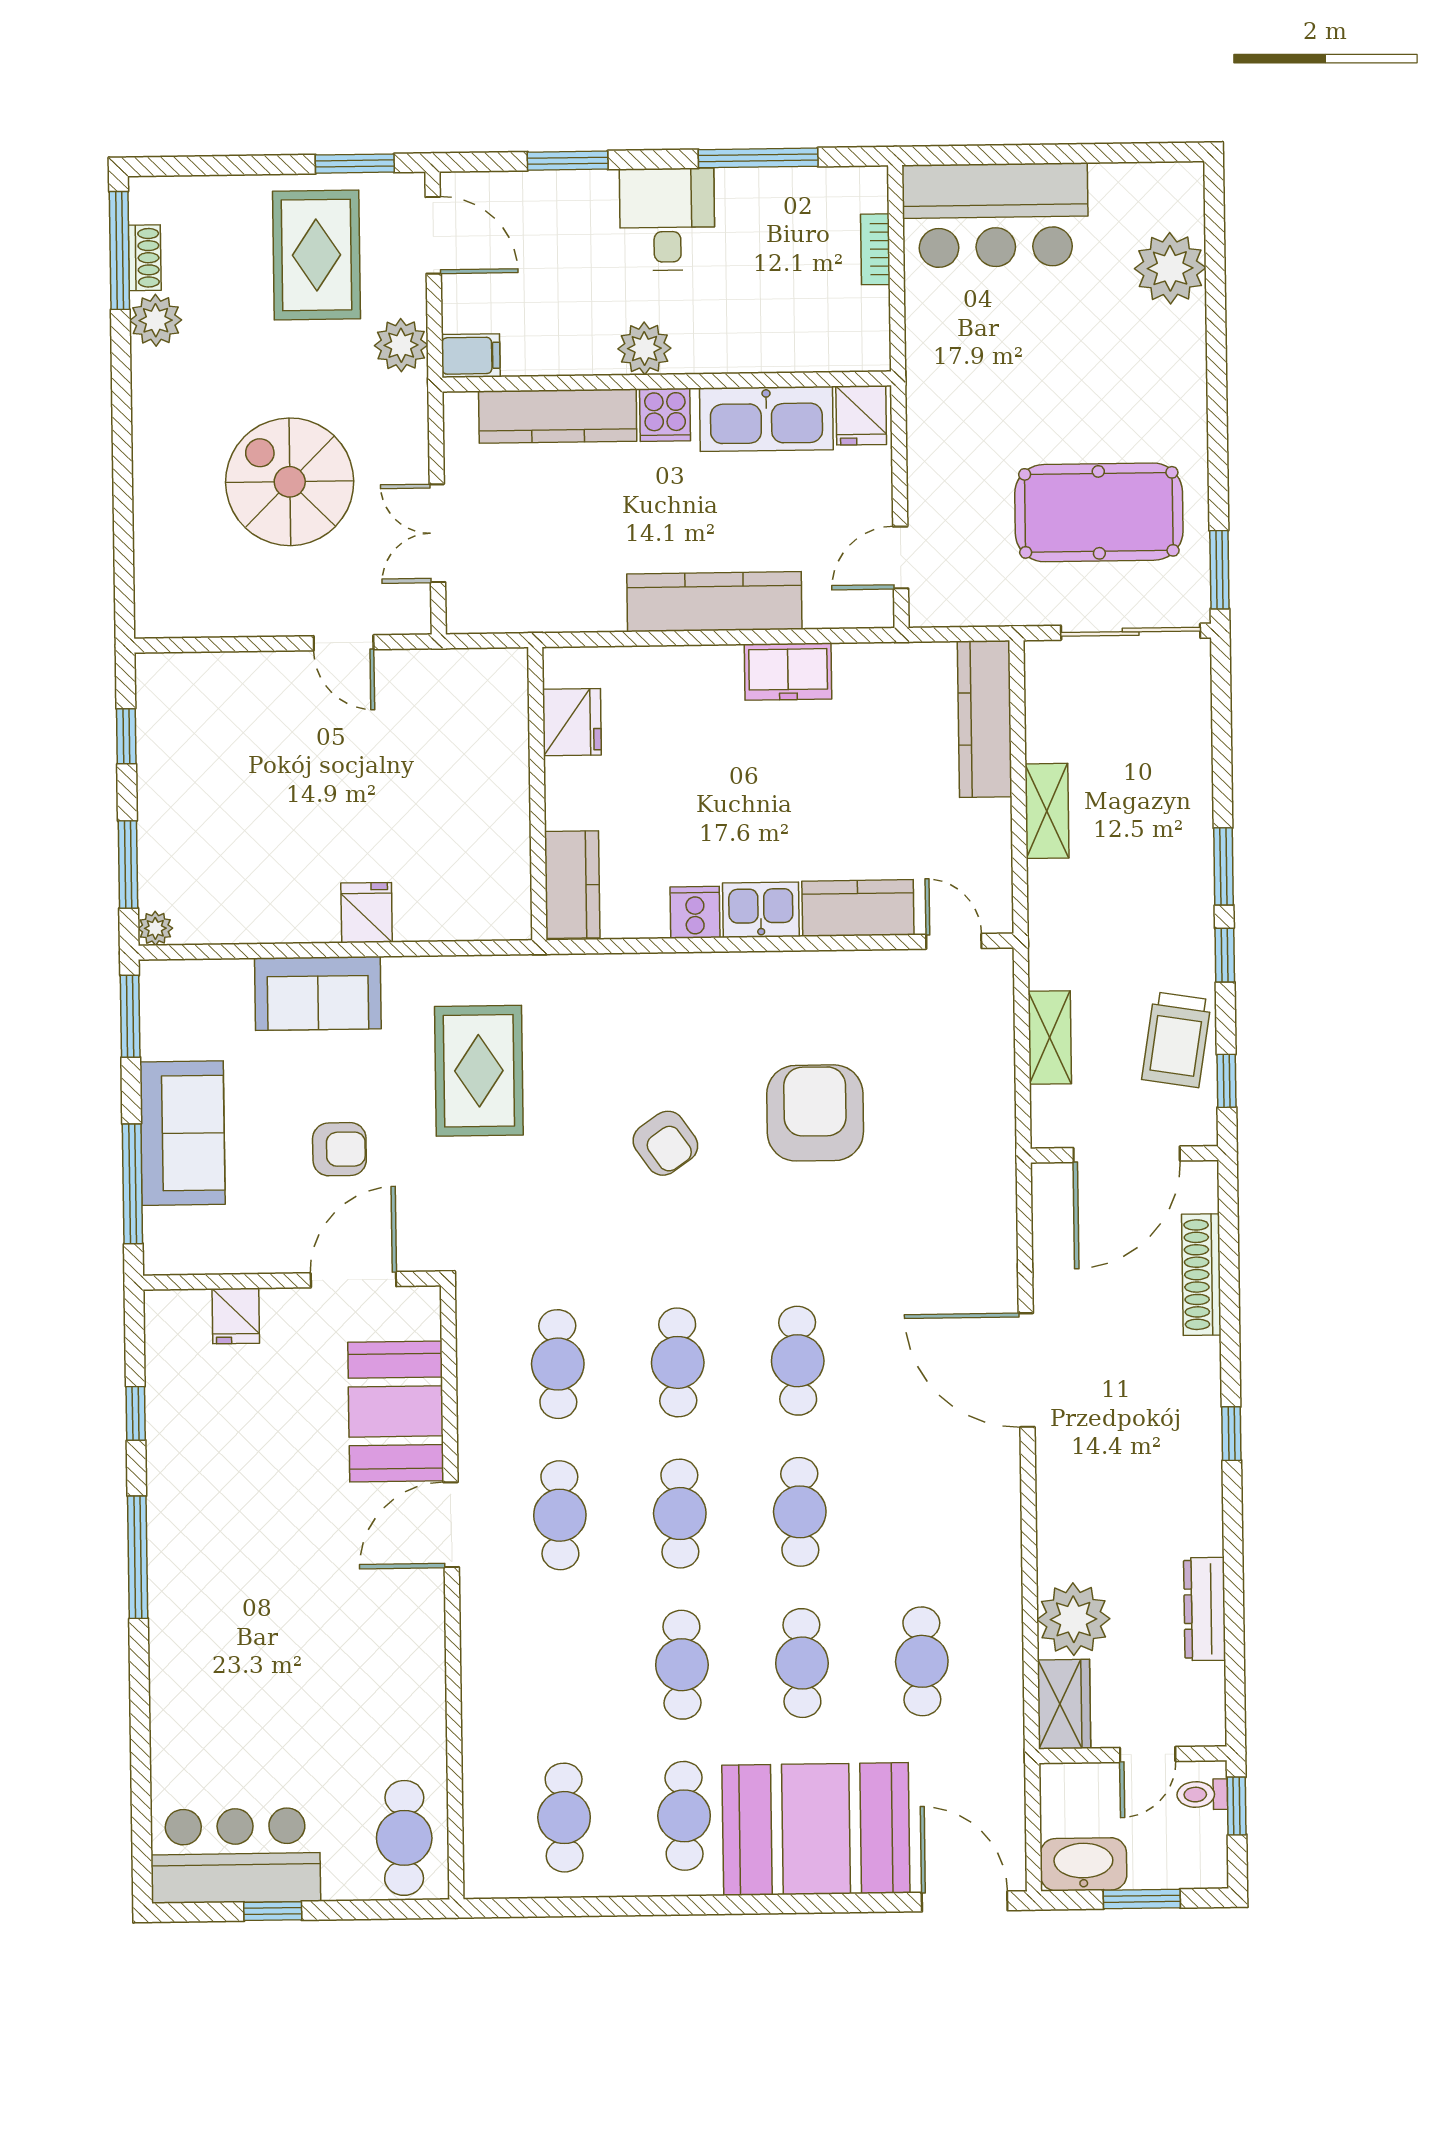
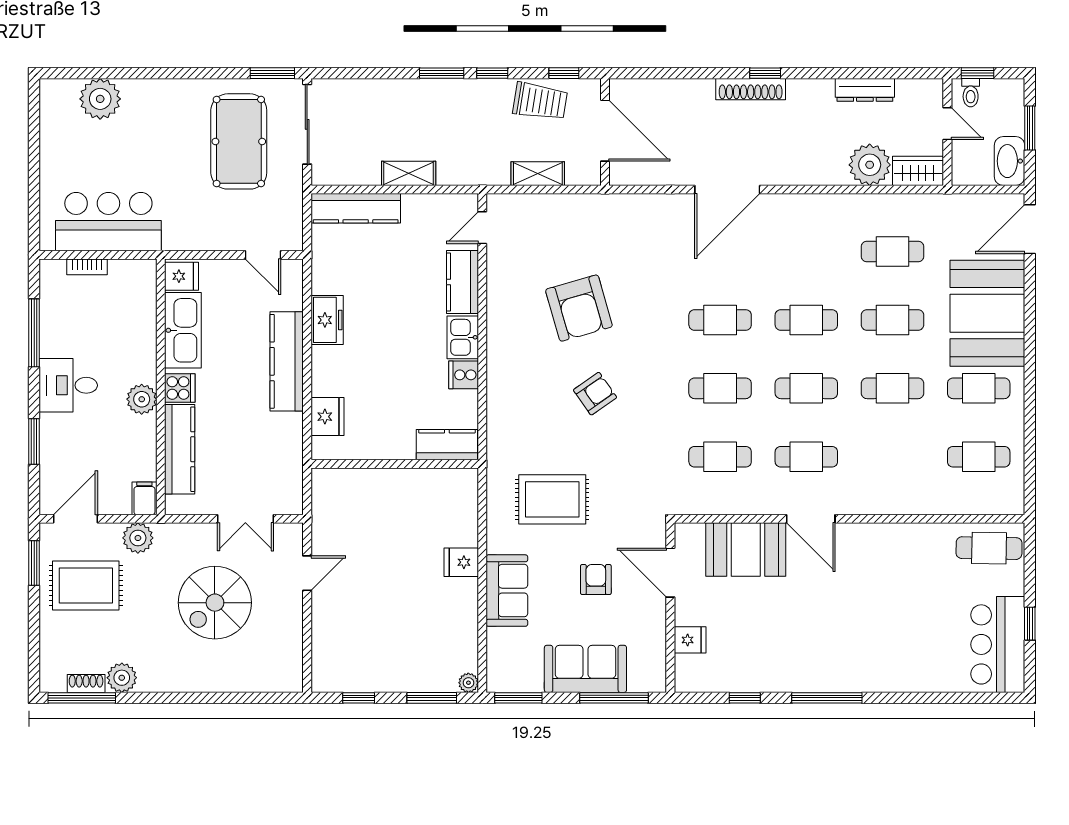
bar counter: (995, 215) -> (108, 222), moved, turned -90
fridge: (572, 722) -> (327, 417), moved, turned 90
armchair: (815, 1113) -> (579, 308), turned -106
shoe rack: (1201, 1275) -> (751, 89), moved

